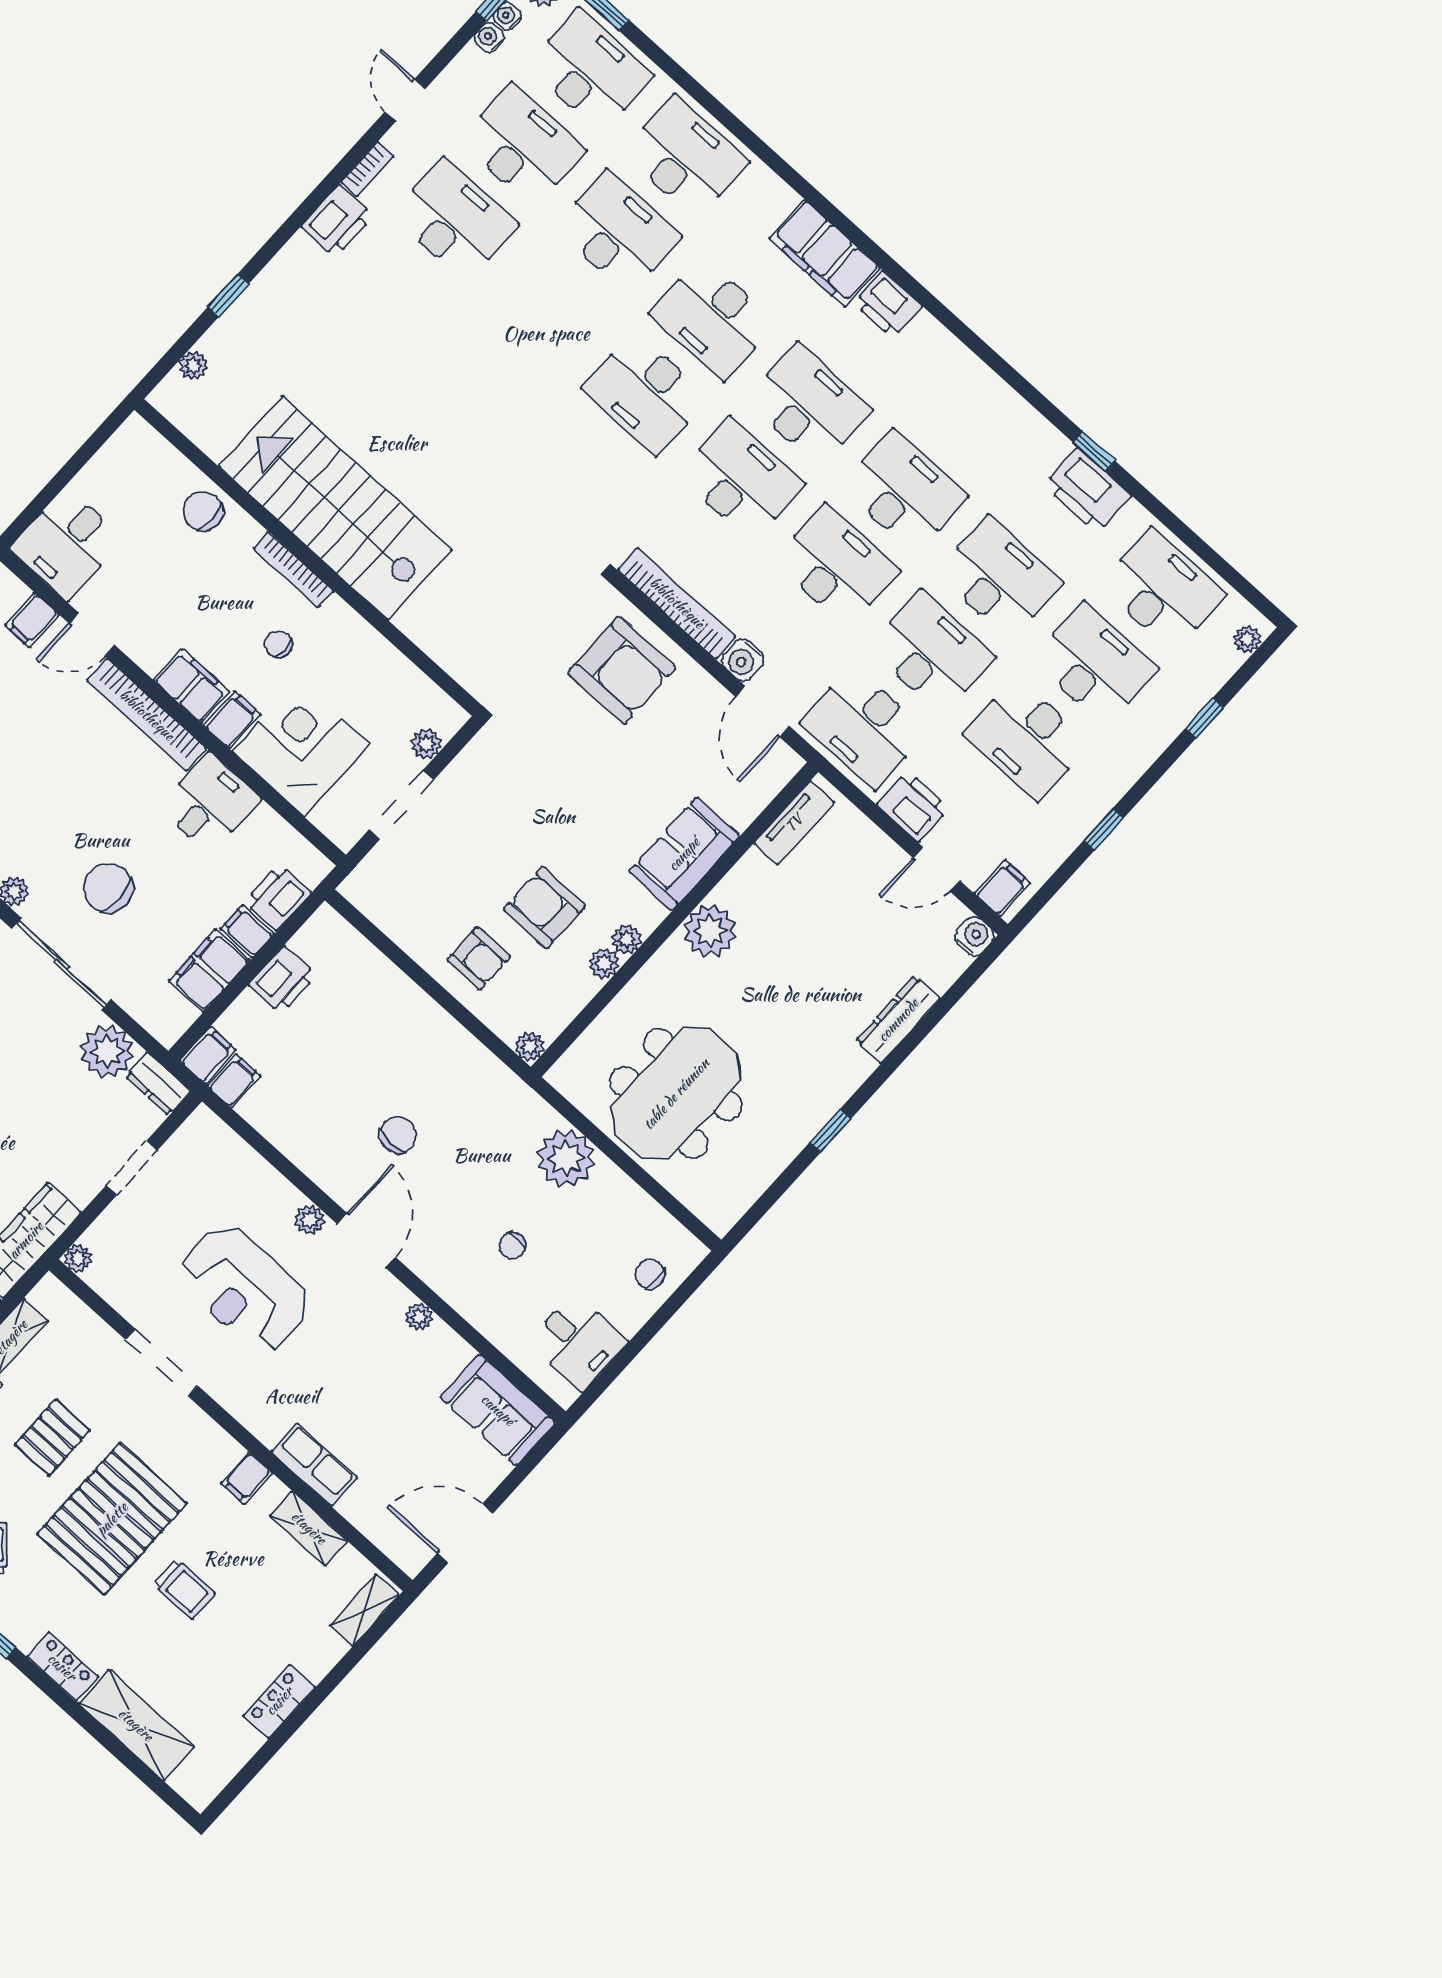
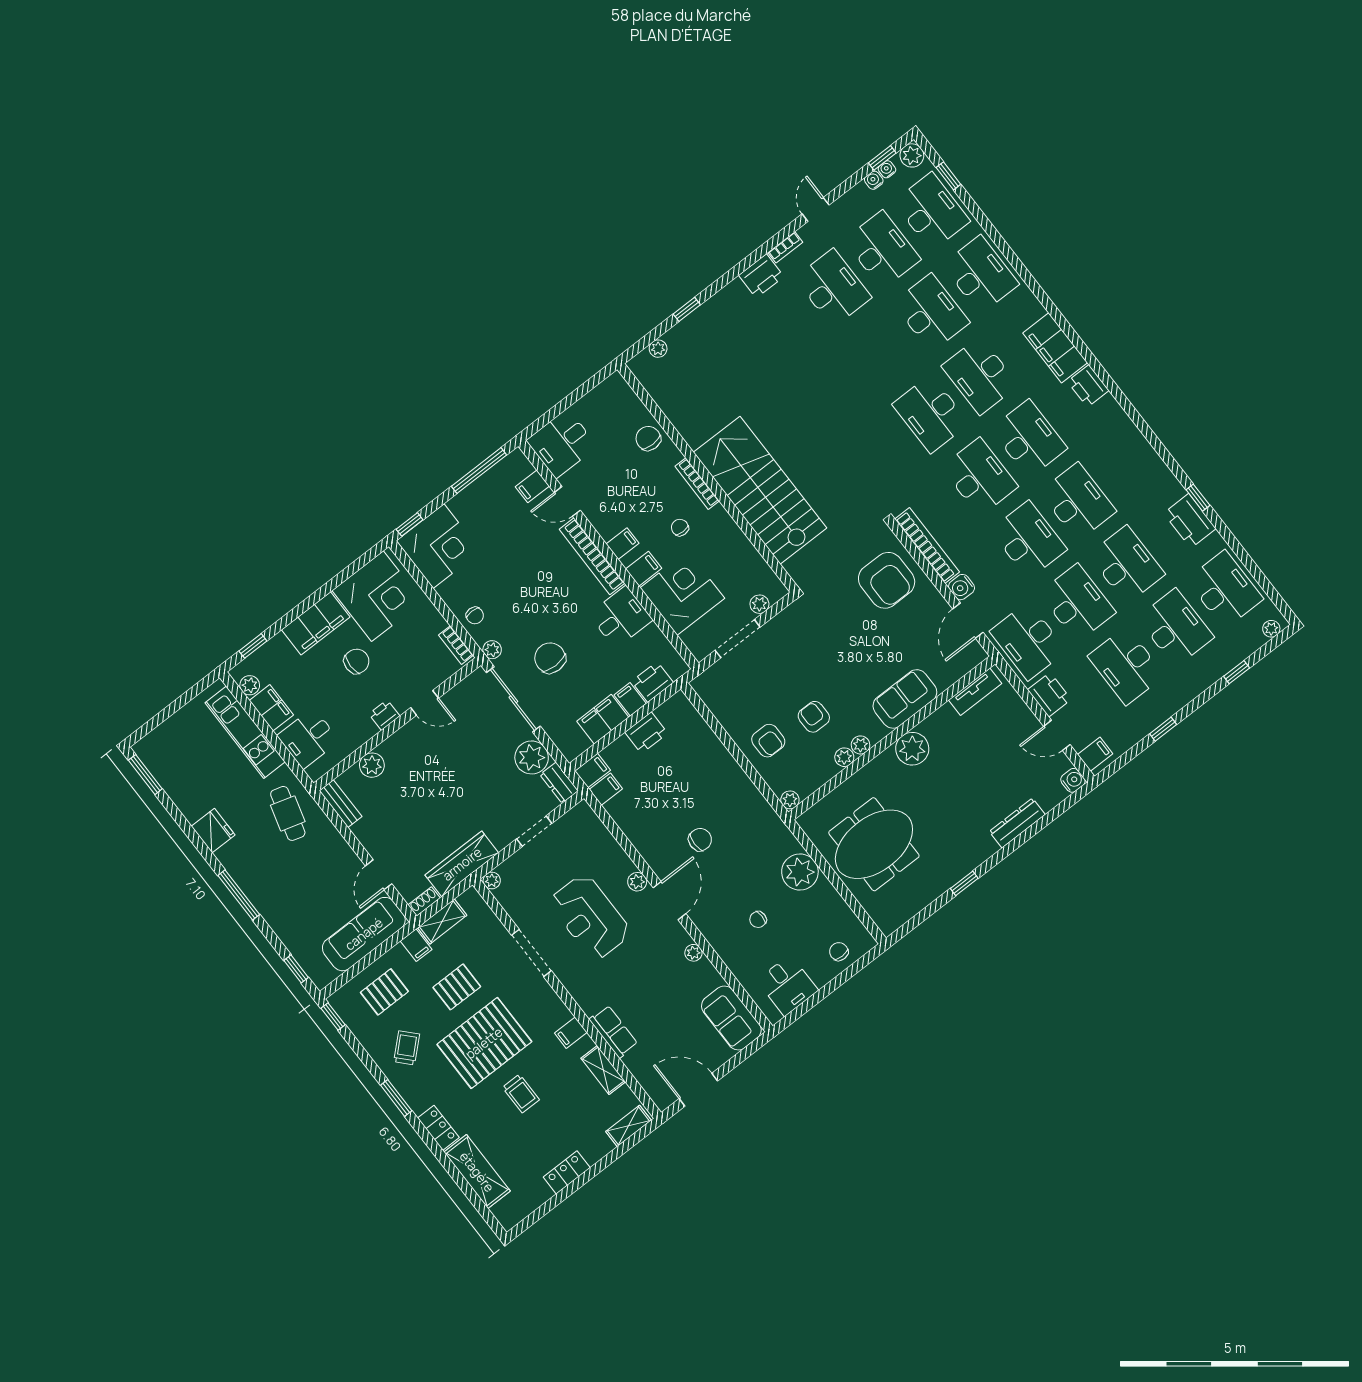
stairs: (335, 508) -> (760, 490), moved
filing cabinet: (192, 686) -> (623, 544), width x0.50
armchair: (544, 908) -> (814, 717), width x0.72, depth x0.72

